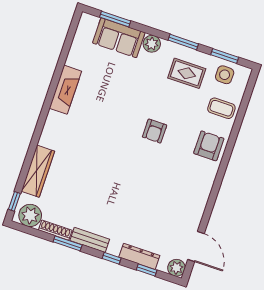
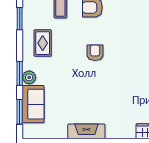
window: (183, 42) -> (20, 73), moved
side table: (225, 75) -> (34, 14), removed
armchair: (155, 131) -> (95, 53), turned -90

